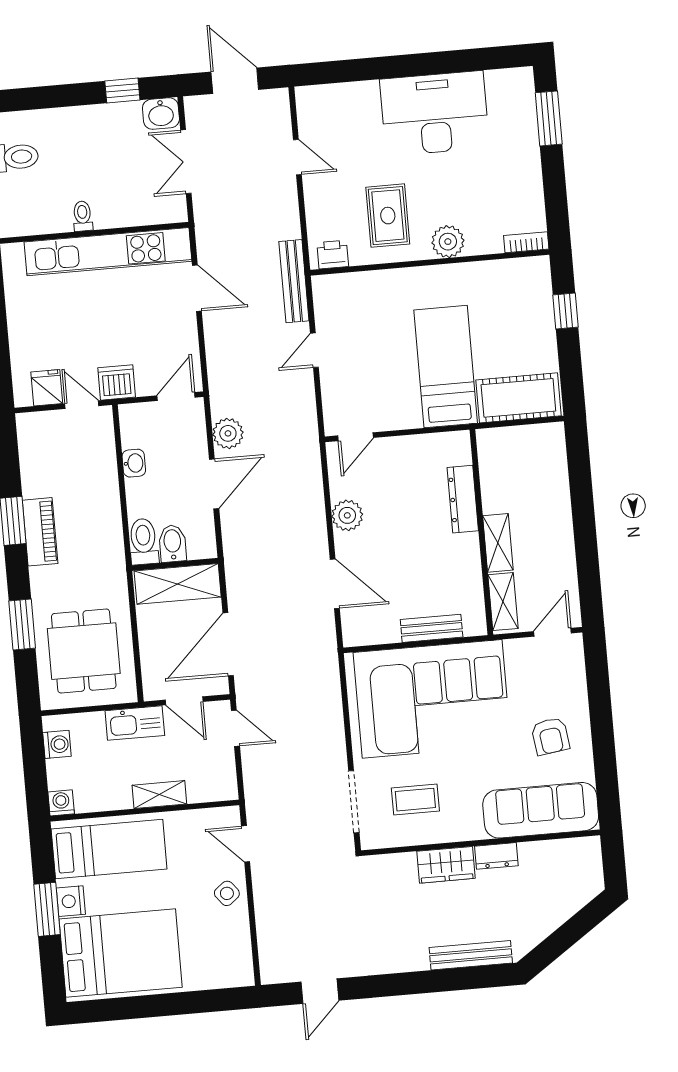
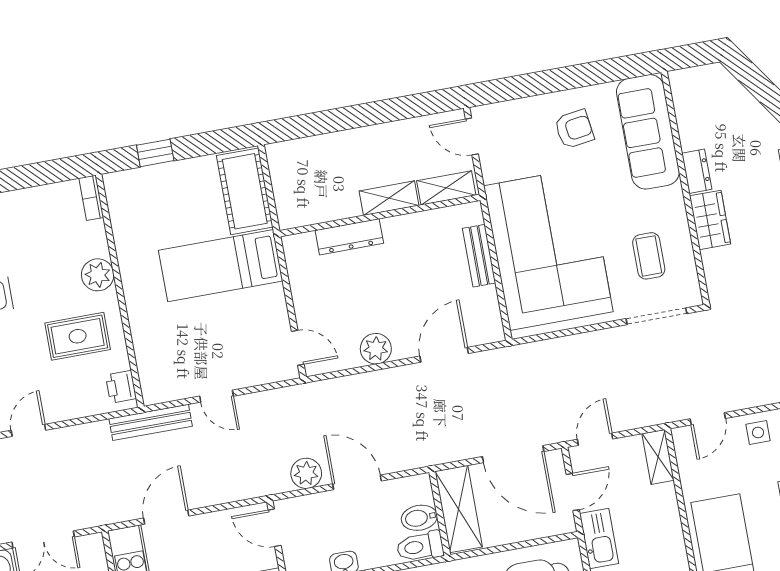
shelving: (159, 795) -> (658, 457), moved
side table: (227, 893) -> (758, 432), turned 38

